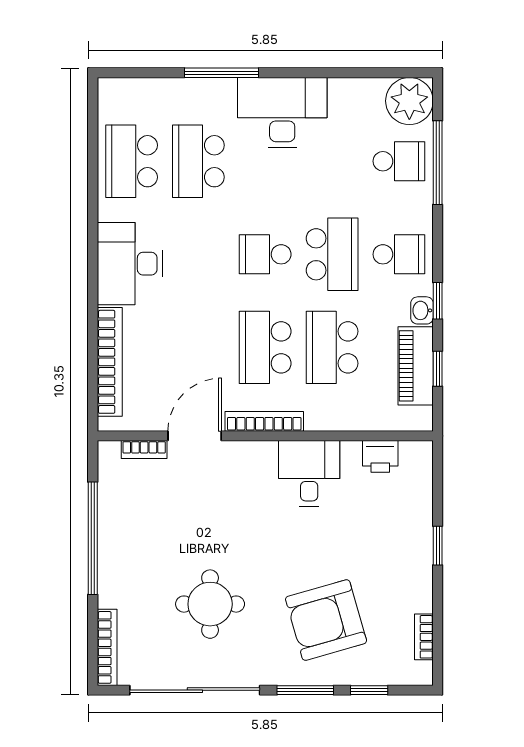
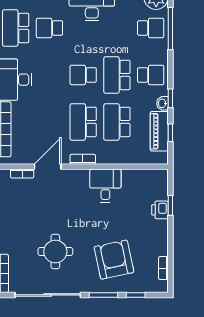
school desk: (198, 161) -> (49, 28), width x0.54
school desk: (332, 254) -> (117, 75), turned 180
bookcase: (264, 421) -> (83, 159), width x0.64
printer: (380, 456) -> (160, 210), moved, turned 90
window: (438, 546) -> (170, 205), moved
armchair: (326, 620) -> (114, 260), turned 94

